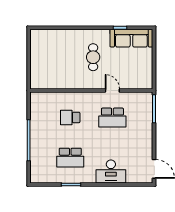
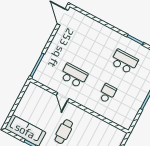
school desk: (70, 117) -> (107, 93), turned -90
desk: (111, 172) -> (98, 33), removed

